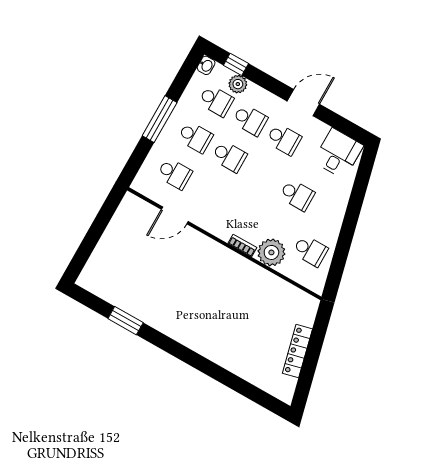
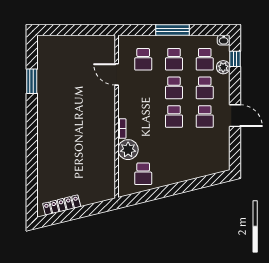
desk: (338, 153) -> (215, 156), removed
school desk: (297, 195) -> (174, 117), moved
locker: (297, 351) -> (62, 205), moved

